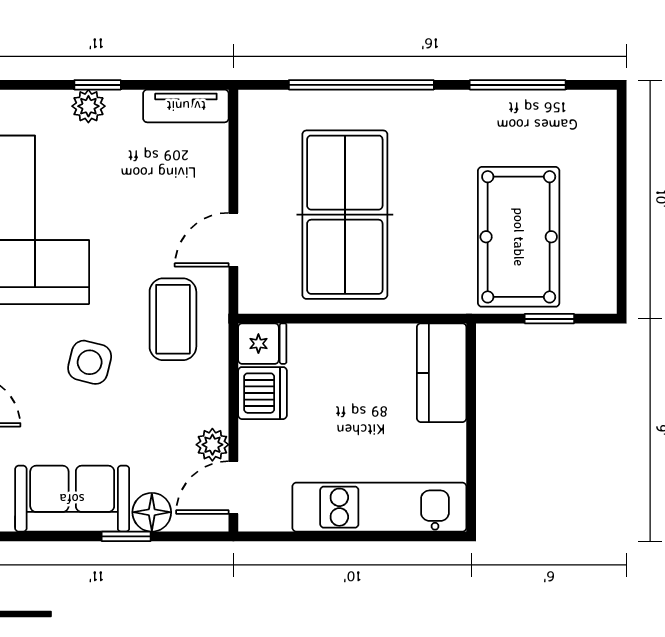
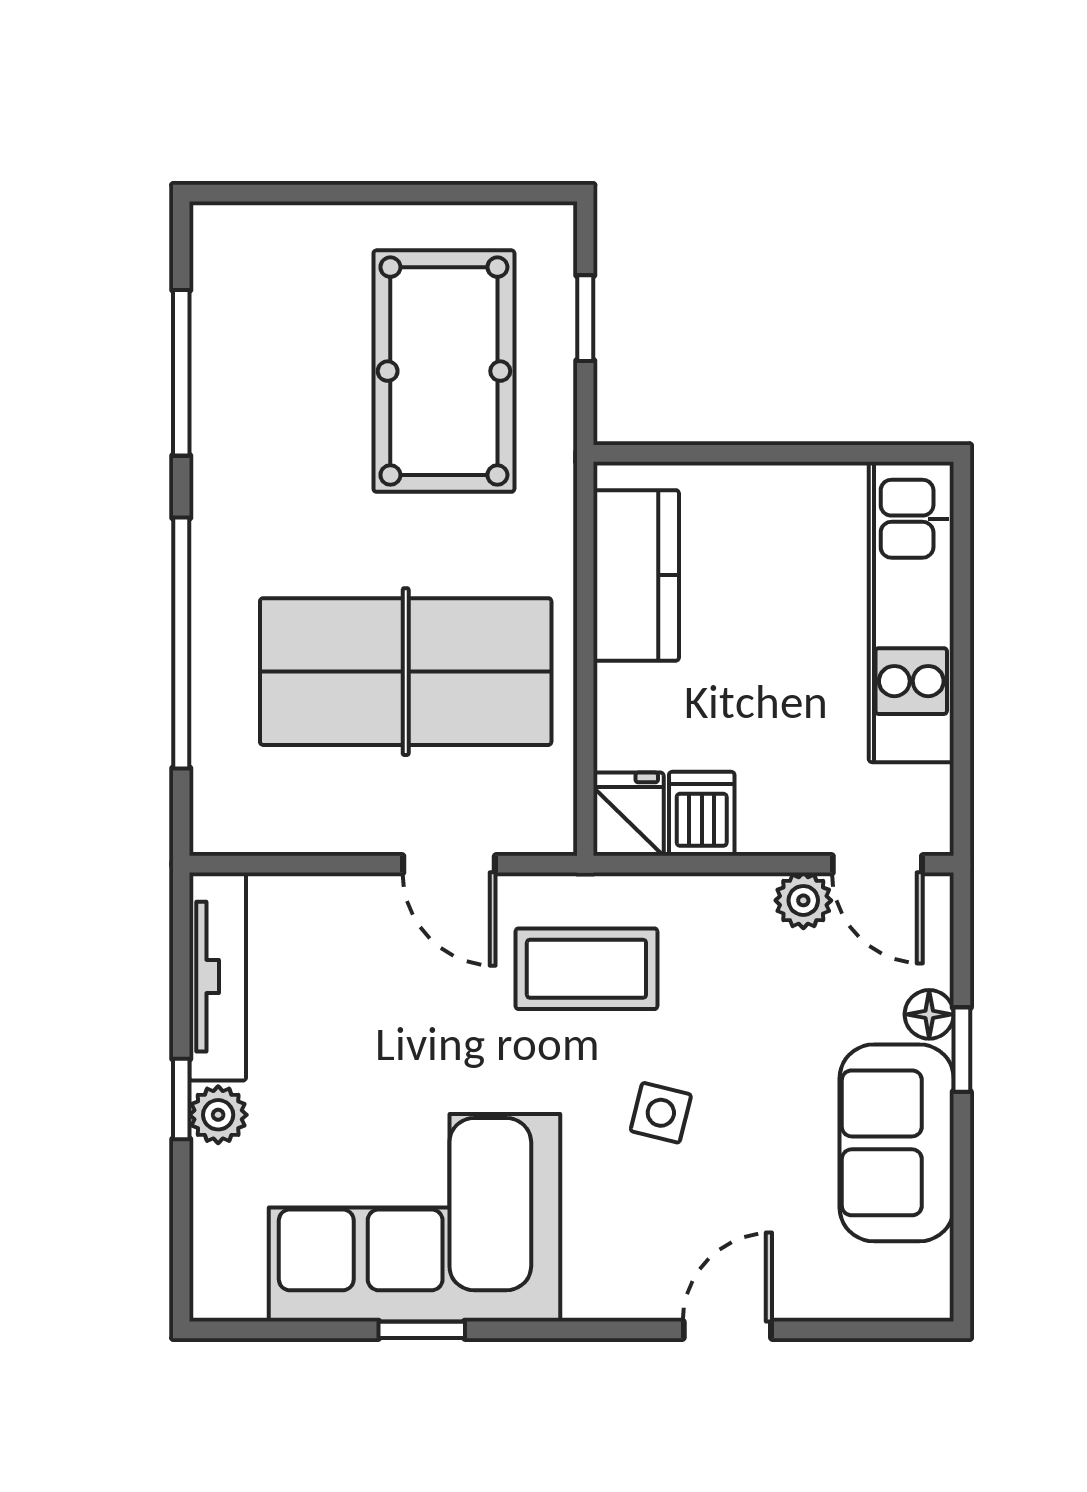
tv unit: (186, 106) -> (218, 977), width x1.41
pool table: (519, 237) -> (444, 371), turned 90
side table: (90, 362) -> (661, 1113), width x0.73, depth x0.73
kitchen counter: (442, 373) -> (636, 575), moved, turned -90
dishwasher: (263, 393) -> (702, 814), width x0.73
floor lamp: (152, 512) -> (929, 1014), width x0.73, depth x0.73

